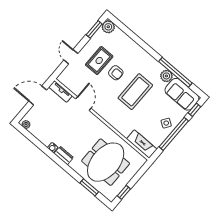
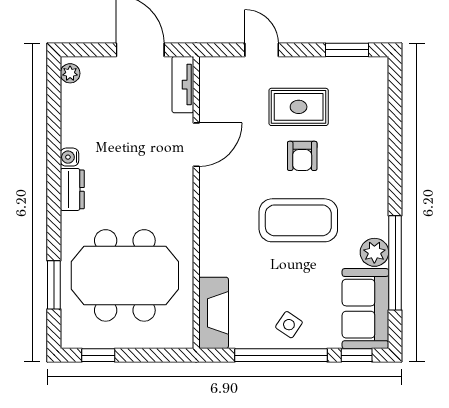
plant: (108, 27) -> (374, 71), removed
door: (71, 57) -> (262, 50), hinge flipped

